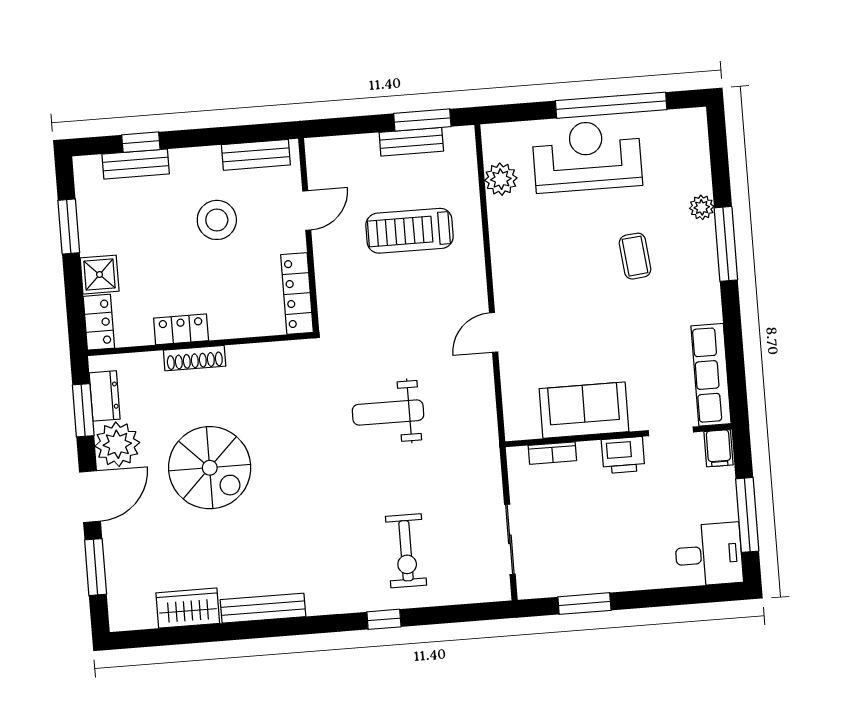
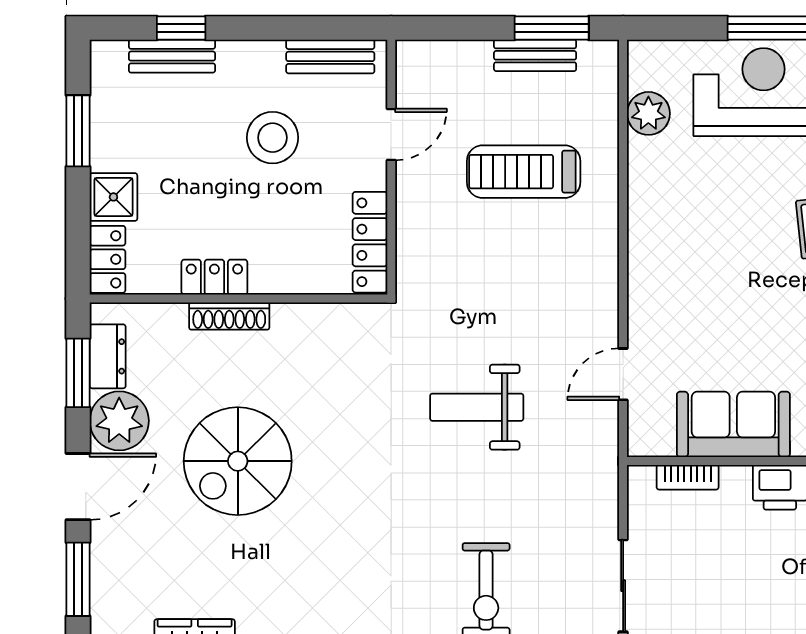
door: (494, 332) -> (623, 374), moved
spiral stairs: (210, 468) -> (238, 461), turned 90

